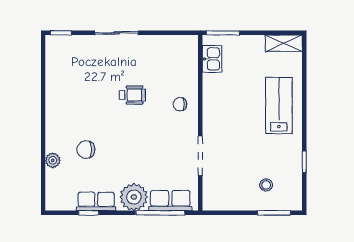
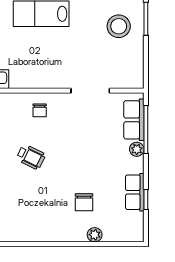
wheelchair: (132, 95) -> (31, 157), turned 116
stool: (266, 185) -> (119, 26), width x1.89, depth x1.89
plant: (134, 197) -> (137, 149), width x0.53, depth x0.53

